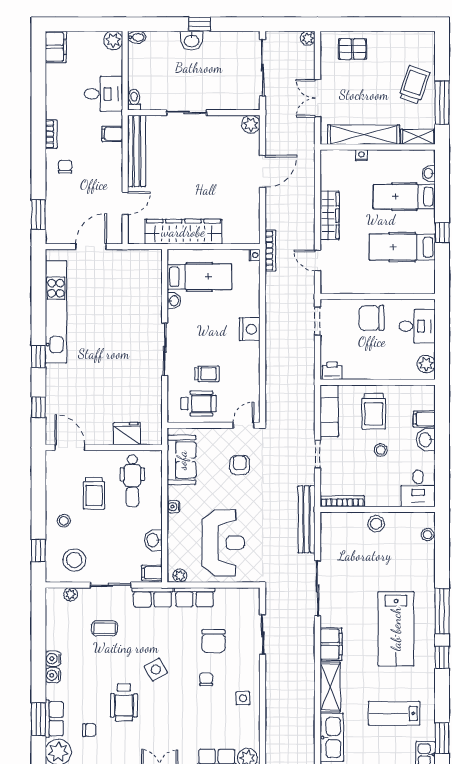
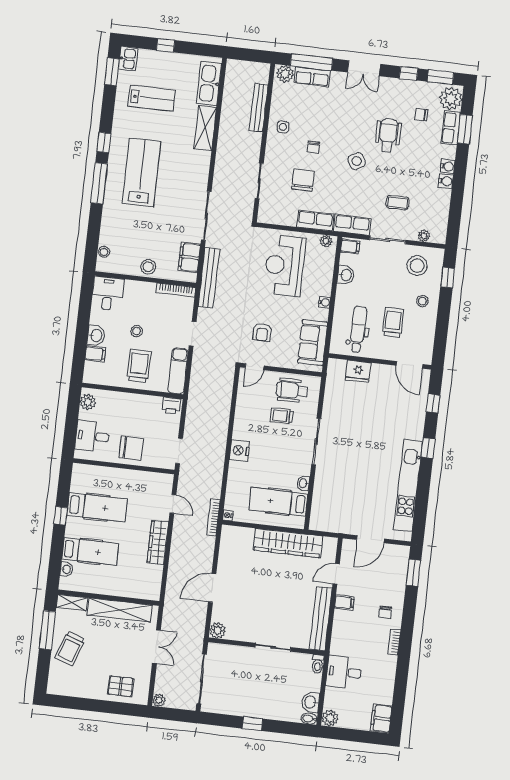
washbasin: (192, 41) -> (311, 702), moved, turned -90
filing cabinet: (112, 134) -> (344, 602), moved
nightstand: (361, 155) -> (124, 592), removed
filing cabinet: (331, 644) -> (189, 257), moved
bench: (273, 717) -> (259, 108), added

